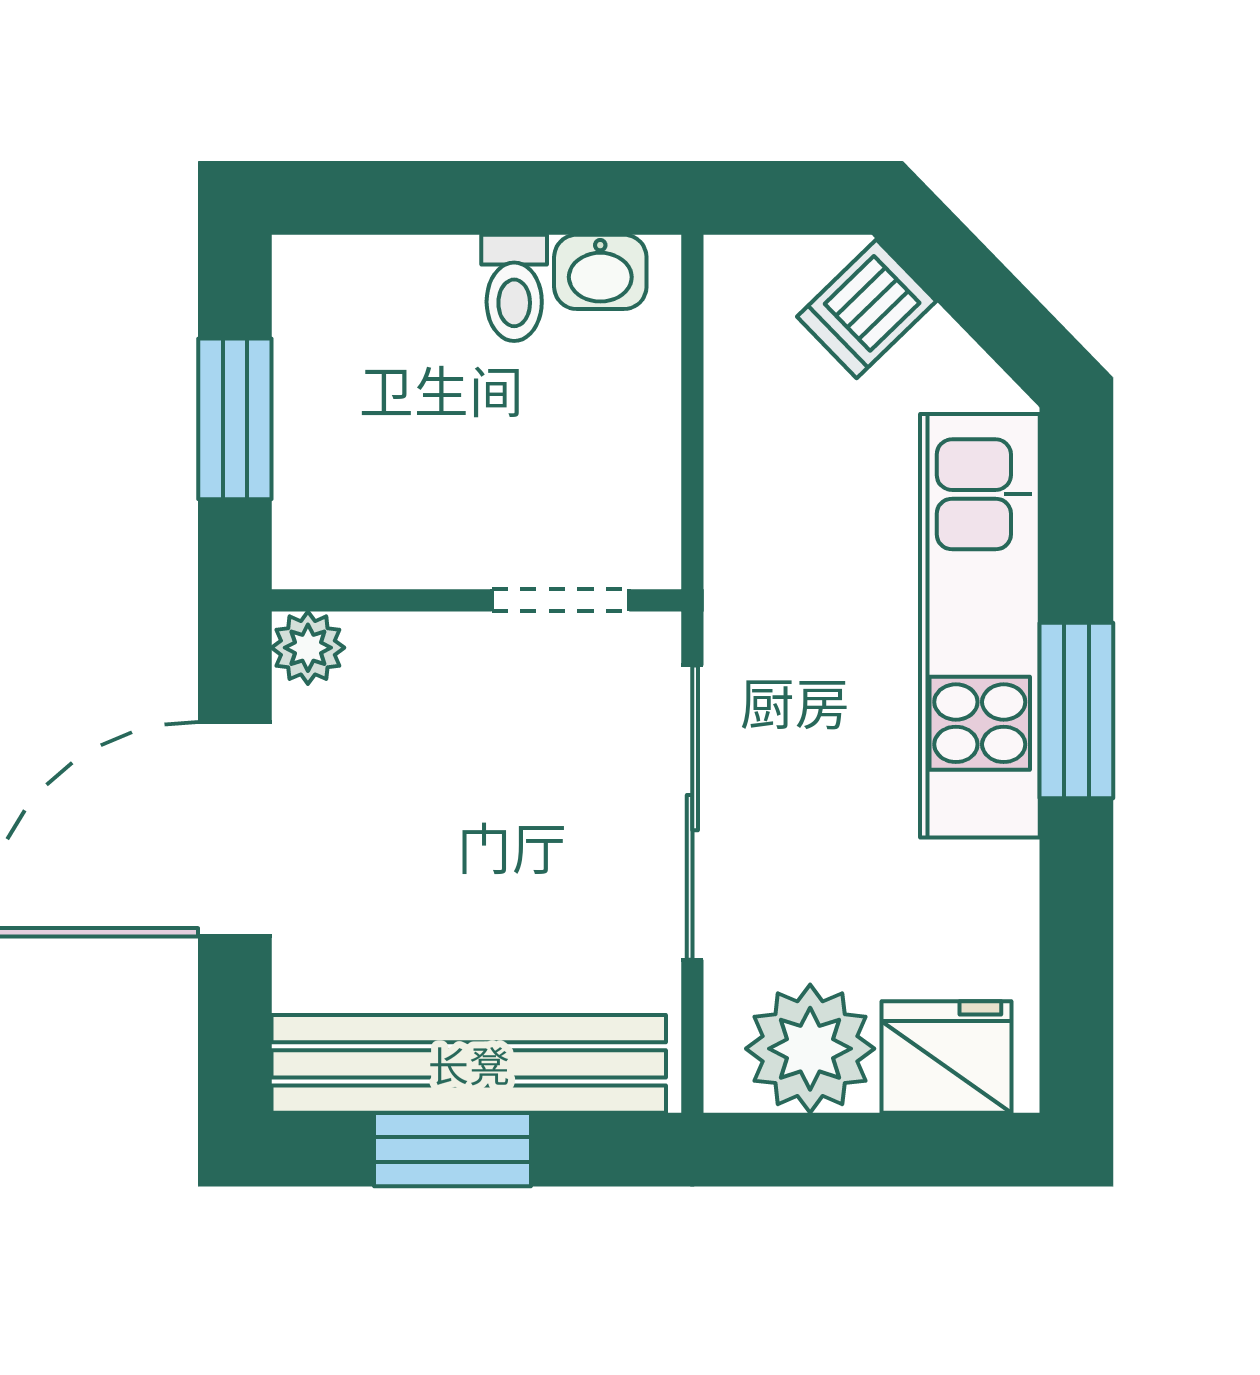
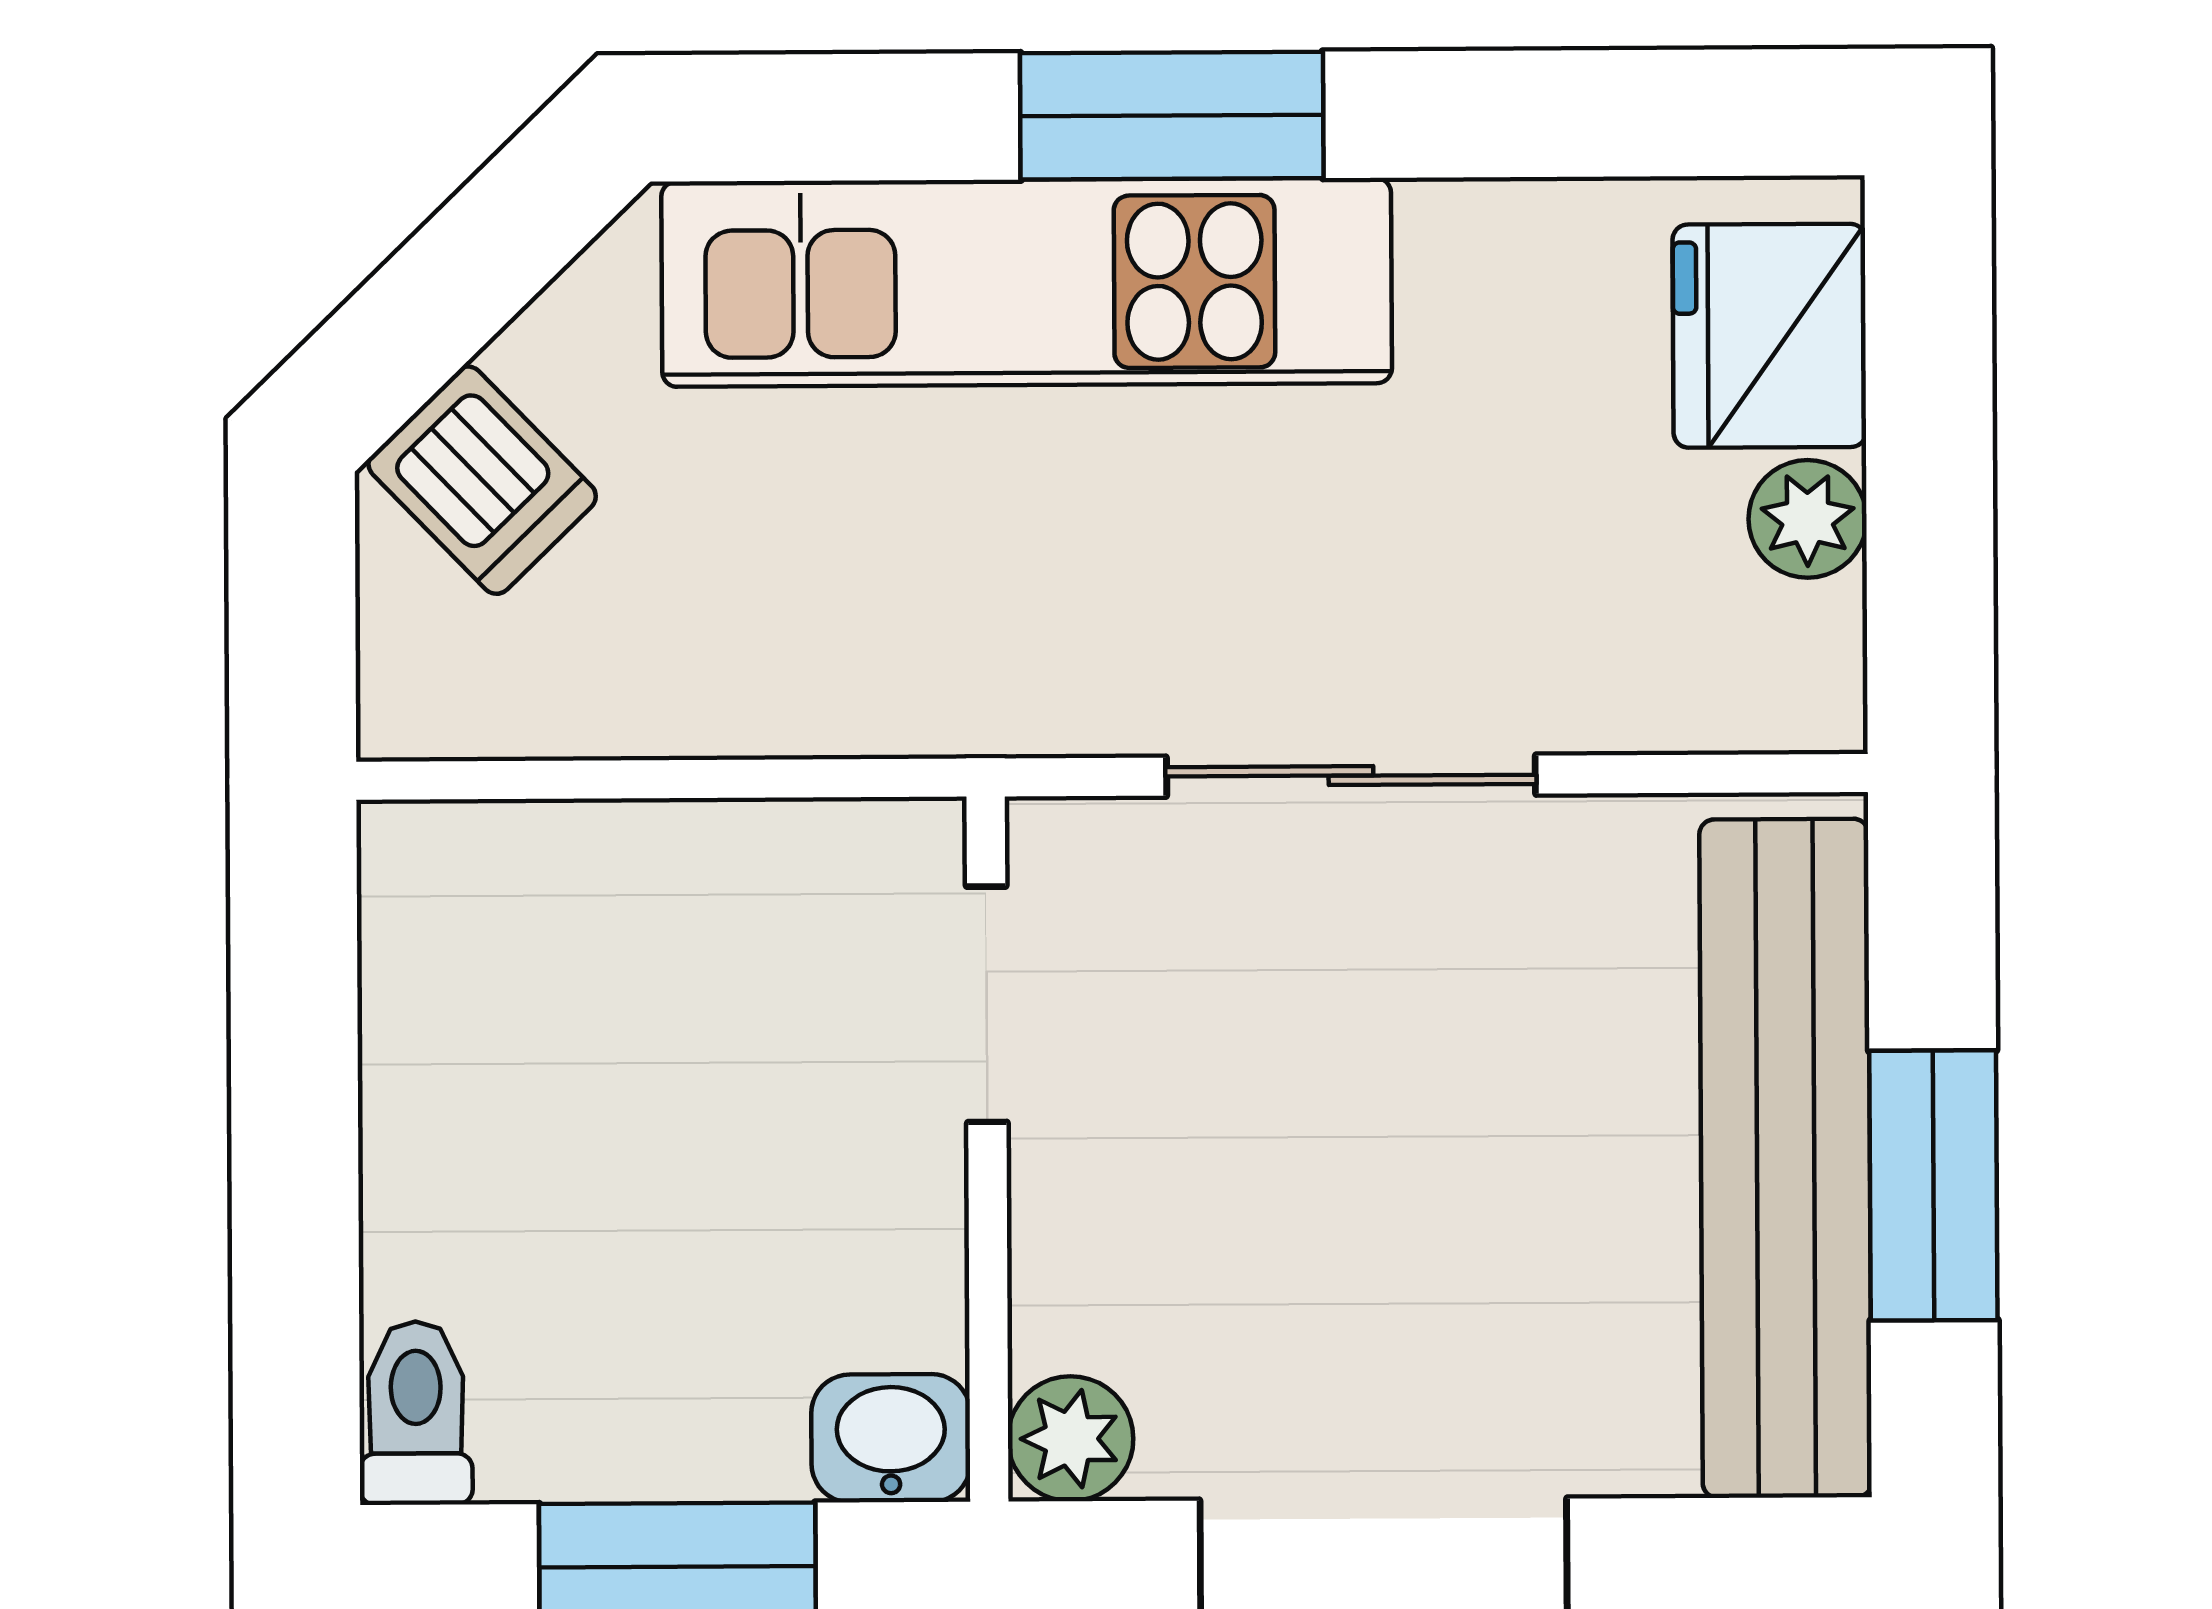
washbasin: (600, 272) -> (891, 1438), moved, turned -90
toilet: (514, 288) -> (416, 1413), moved, turned -90
sliding door: (692, 813) -> (1351, 776), width x0.73
plant: (810, 1049) -> (1808, 519), width x0.53, depth x0.53

